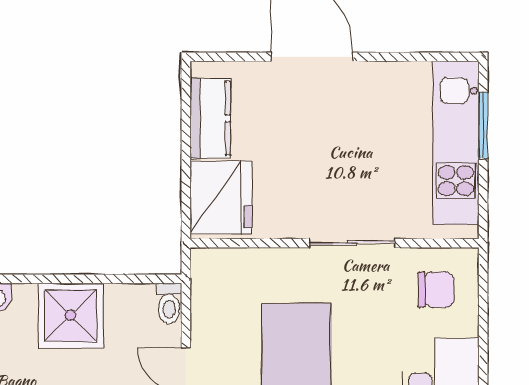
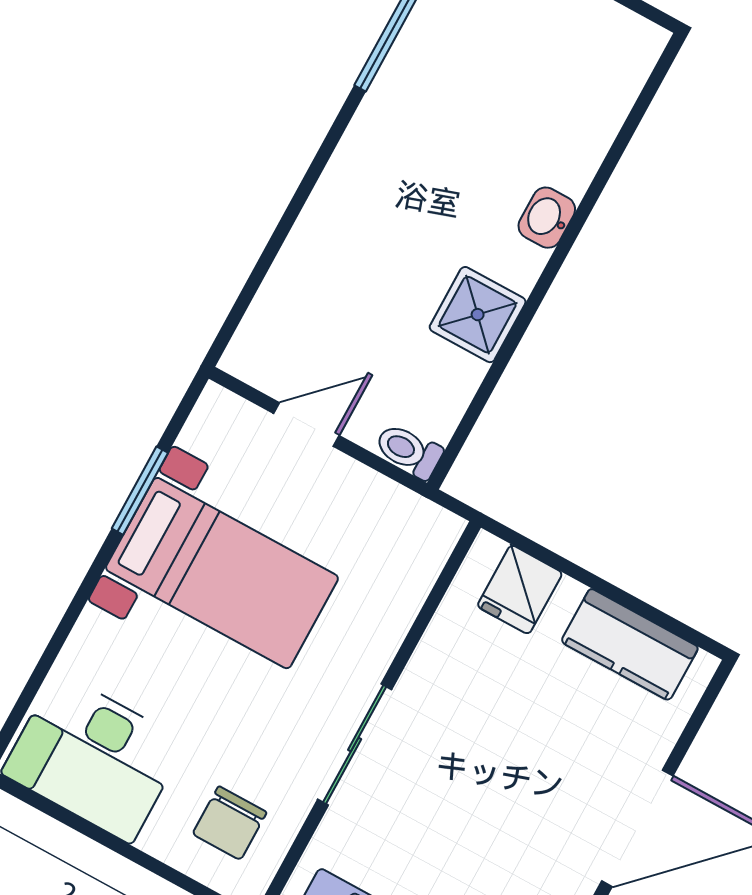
fridge: (221, 198) -> (520, 590), width x0.53, depth x0.75
shower: (71, 315) -> (478, 315), width x0.73, depth x0.73

